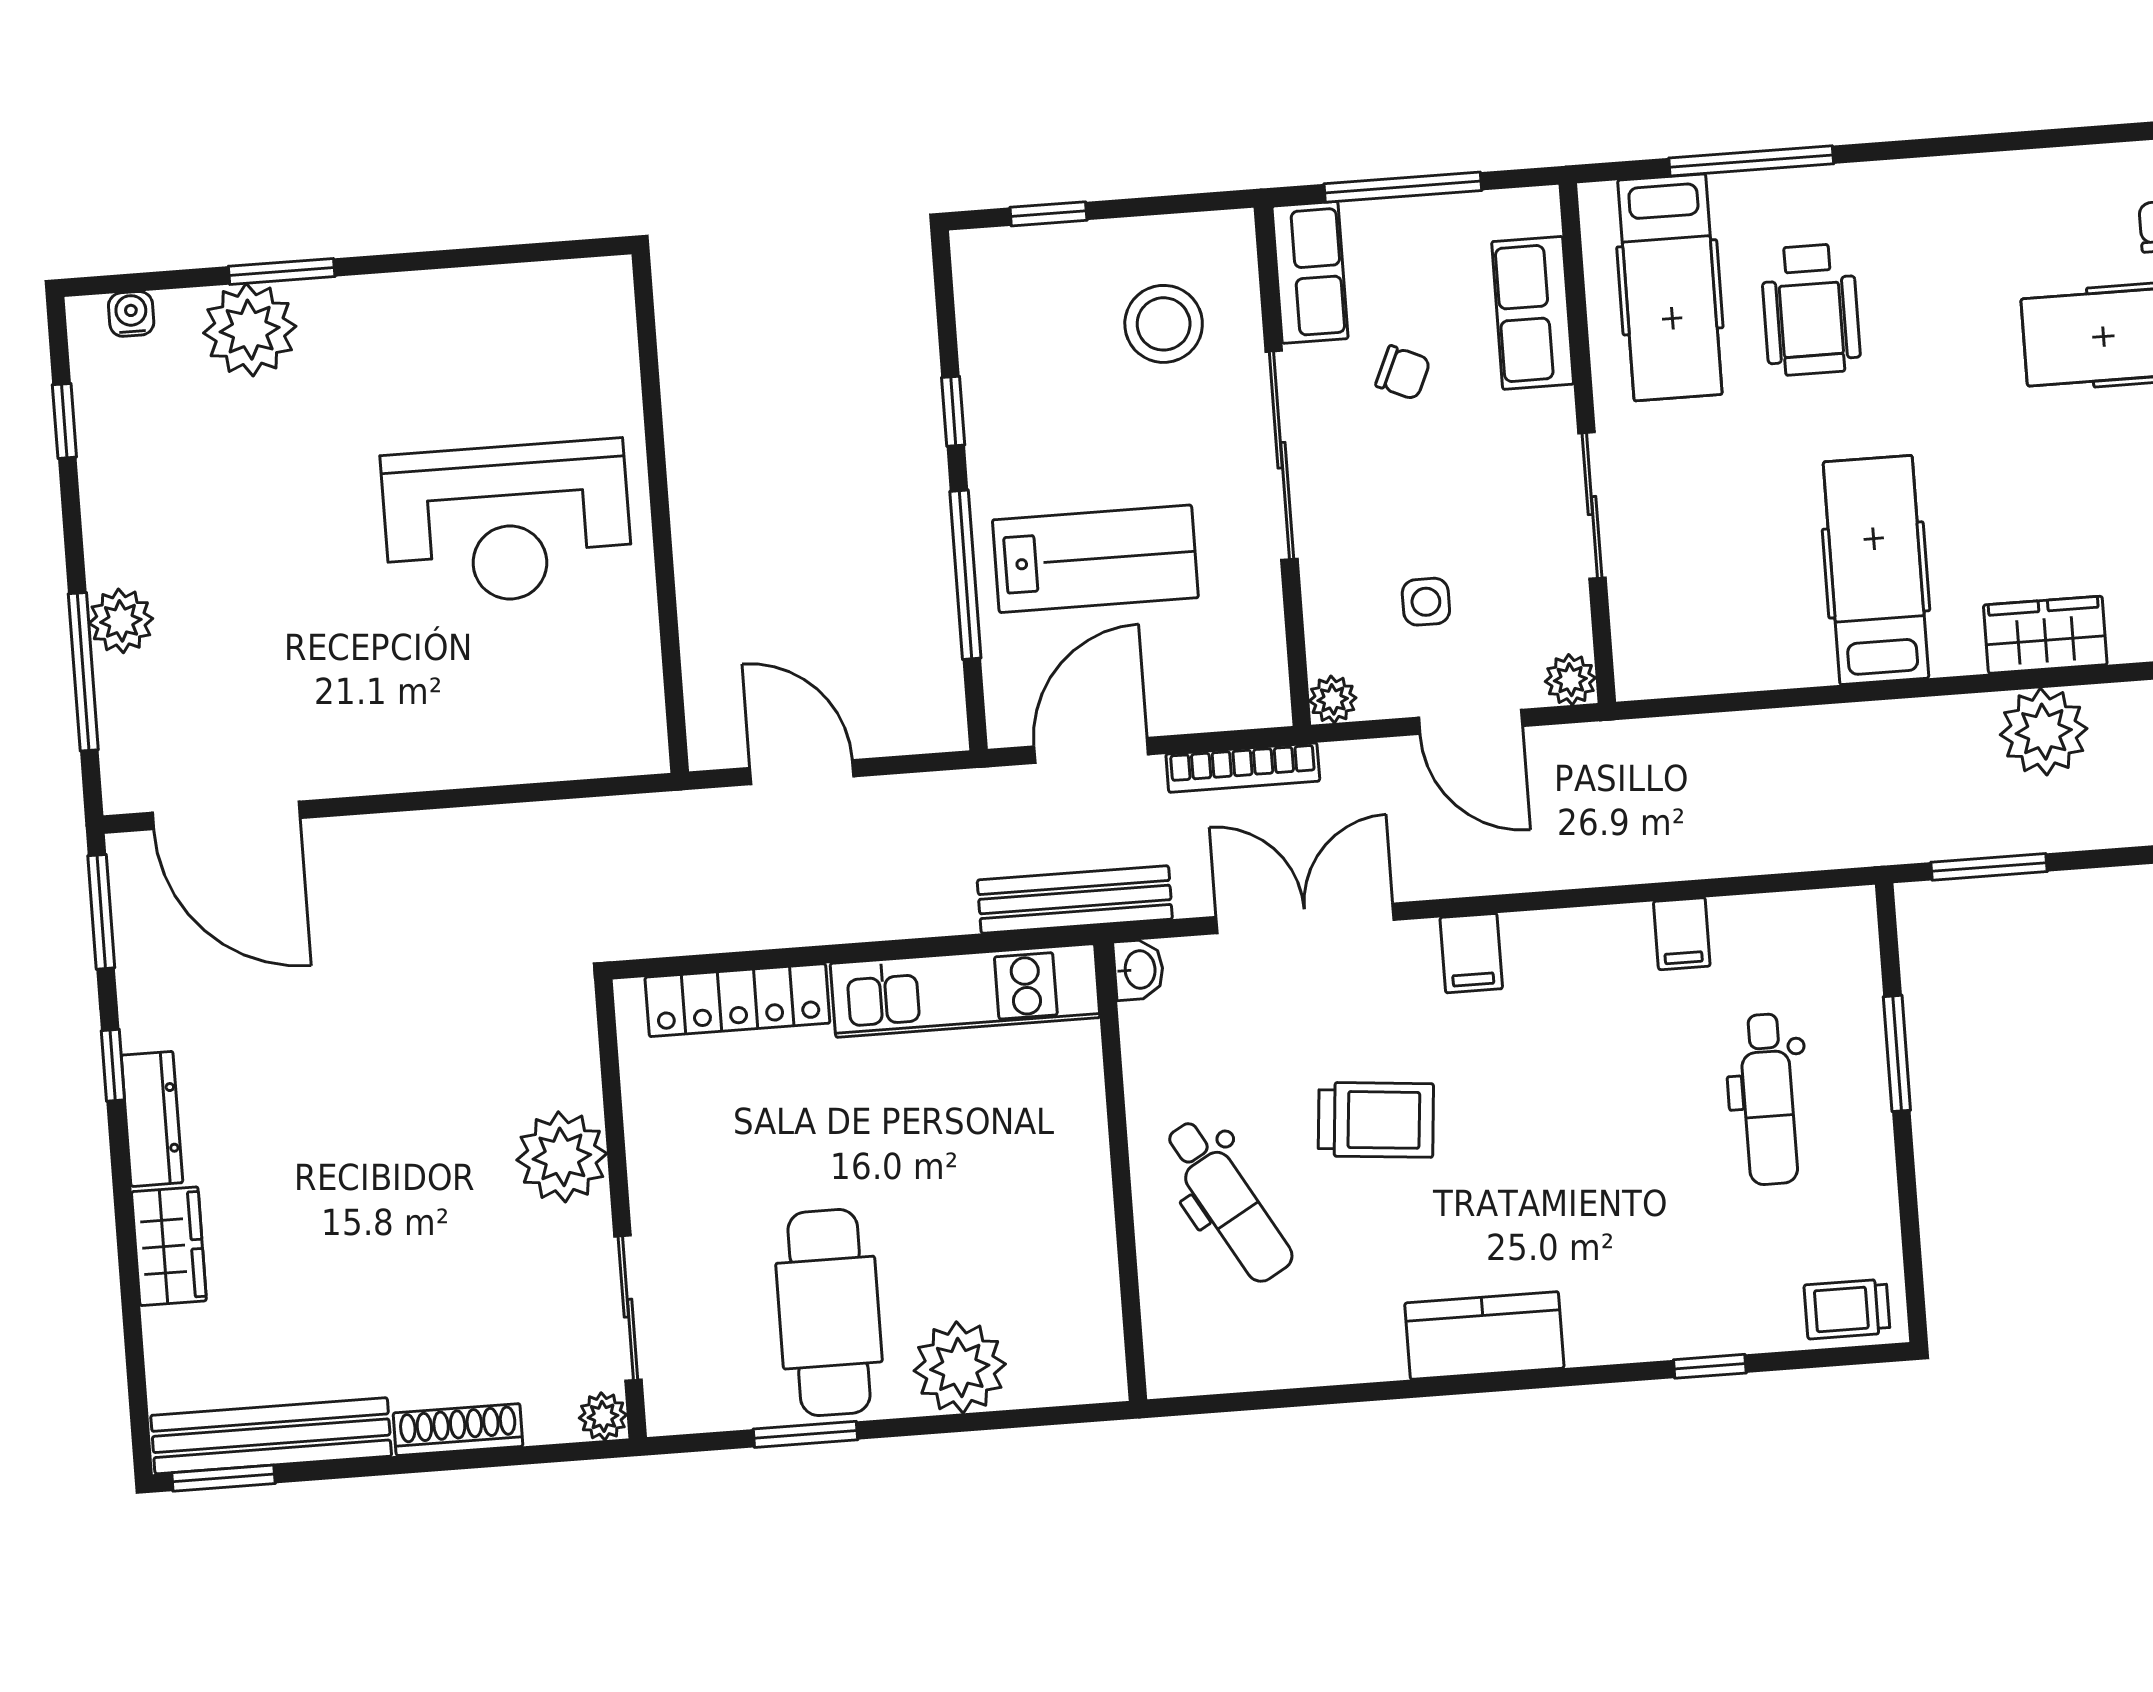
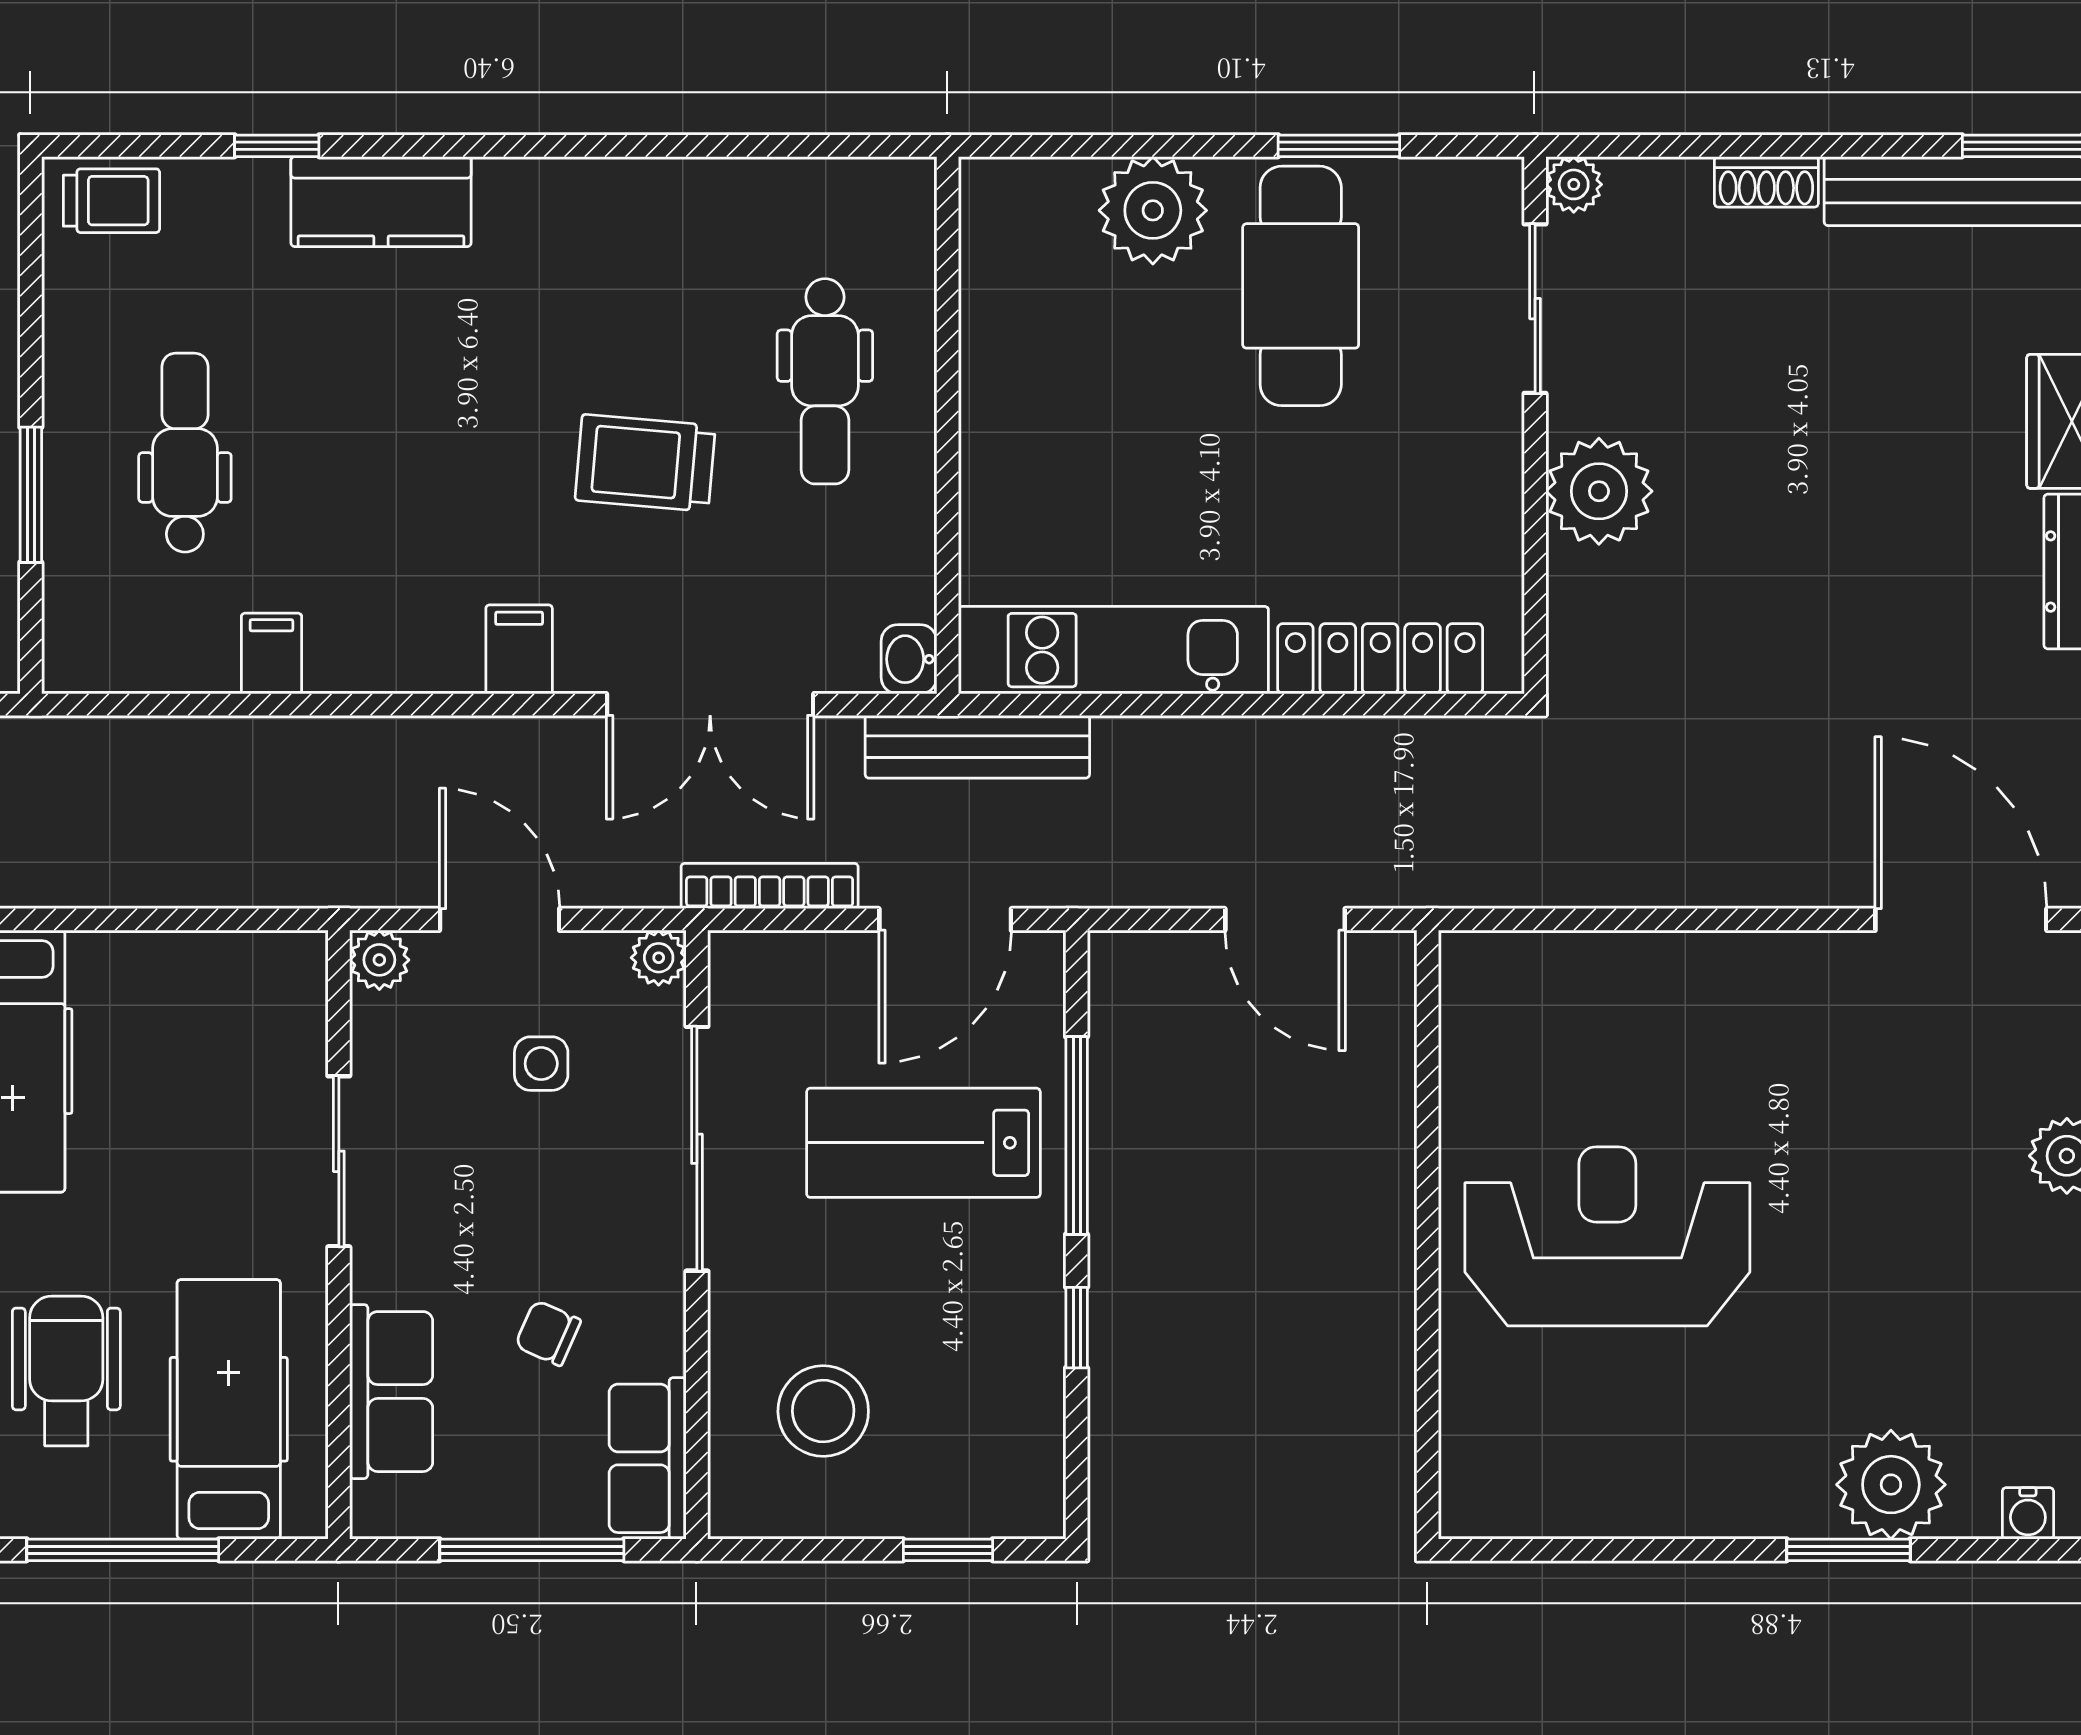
sliding door: (1282, 455) -> (697, 1149), moved
dental chair: (1228, 1201) -> (825, 381), turned -150
kitchen counter: (1484, 1335) -> (381, 202), moved
shoe rack: (458, 1430) -> (1766, 182), width x0.70

